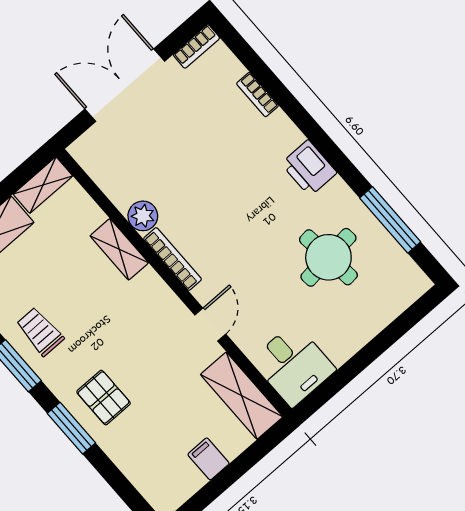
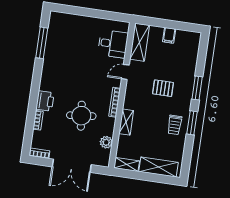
printer: (309, 168) -> (45, 101), moved
plant: (143, 216) -> (106, 142), moved
round table: (328, 257) -> (81, 116), moved
desk: (293, 365) -> (113, 44), moved, turned 90
pallet: (104, 398) -> (163, 88), moved, turned 90

